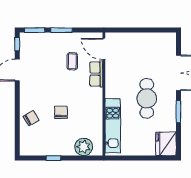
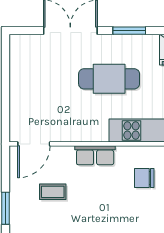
row of seats: (96, 74) -> (95, 155), moved
chair: (61, 112) -> (144, 178), moved

